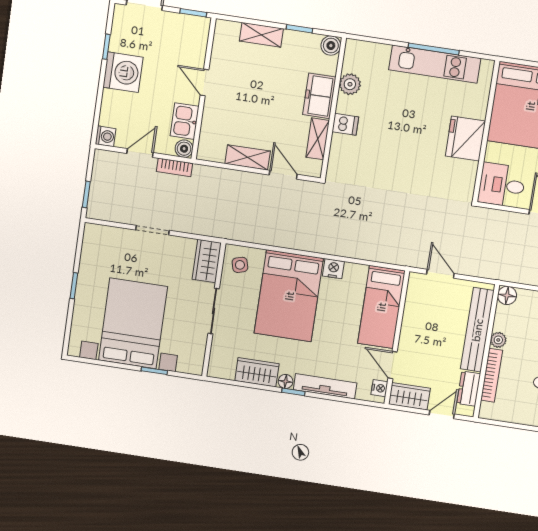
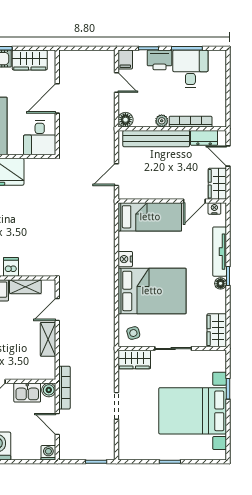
bookcase: (174, 167) -> (64, 388), width x1.56
wardrobe: (257, 372) -> (217, 330), moved

